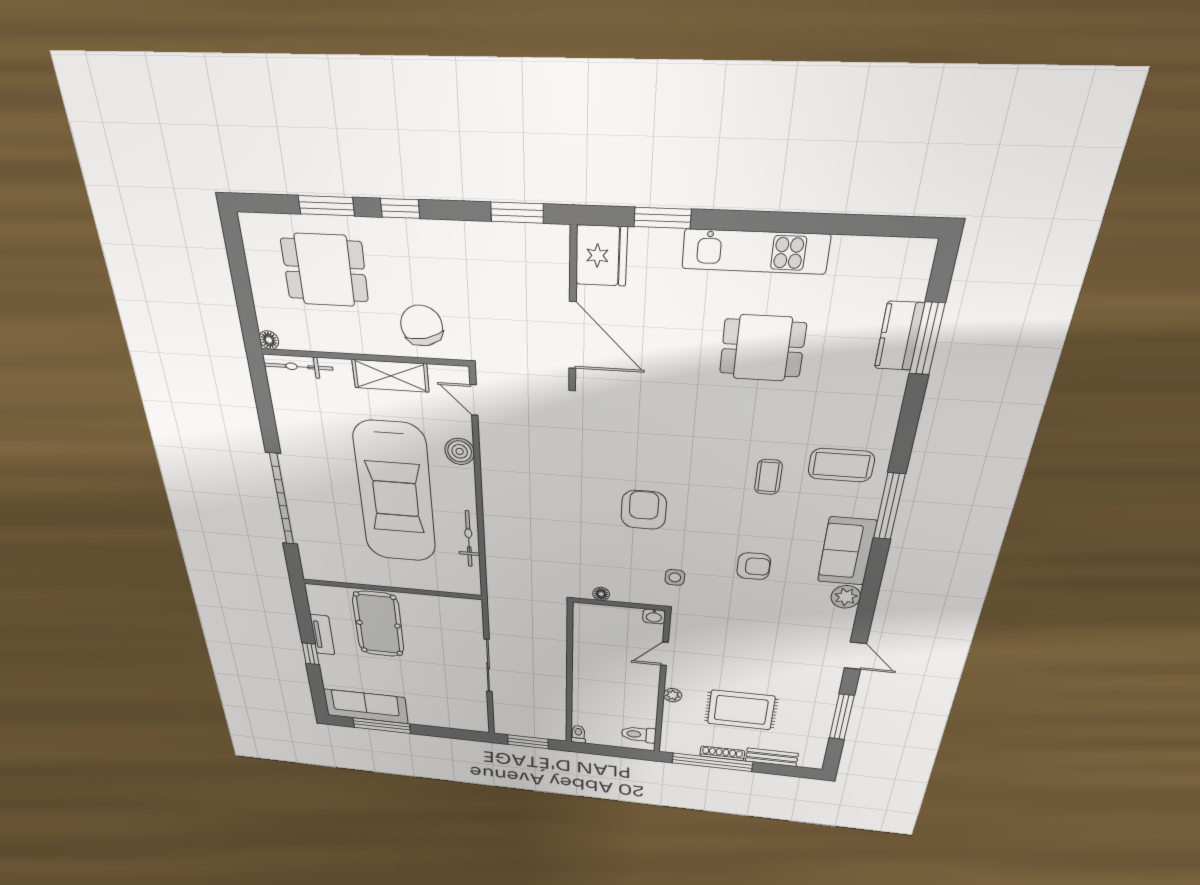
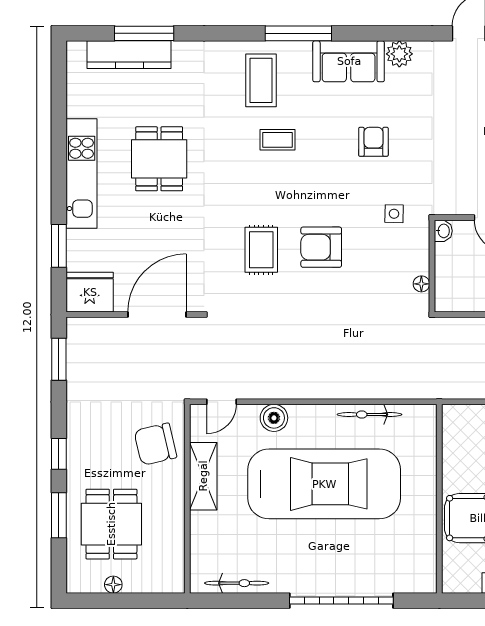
kitchen counter: (899, 336) -> (129, 55), width x1.50
floor lamp: (269, 340) -> (113, 585), moved
bicycle: (298, 367) -> (237, 583), moved, turned -90
rug: (644, 452) -> (261, 250), added

